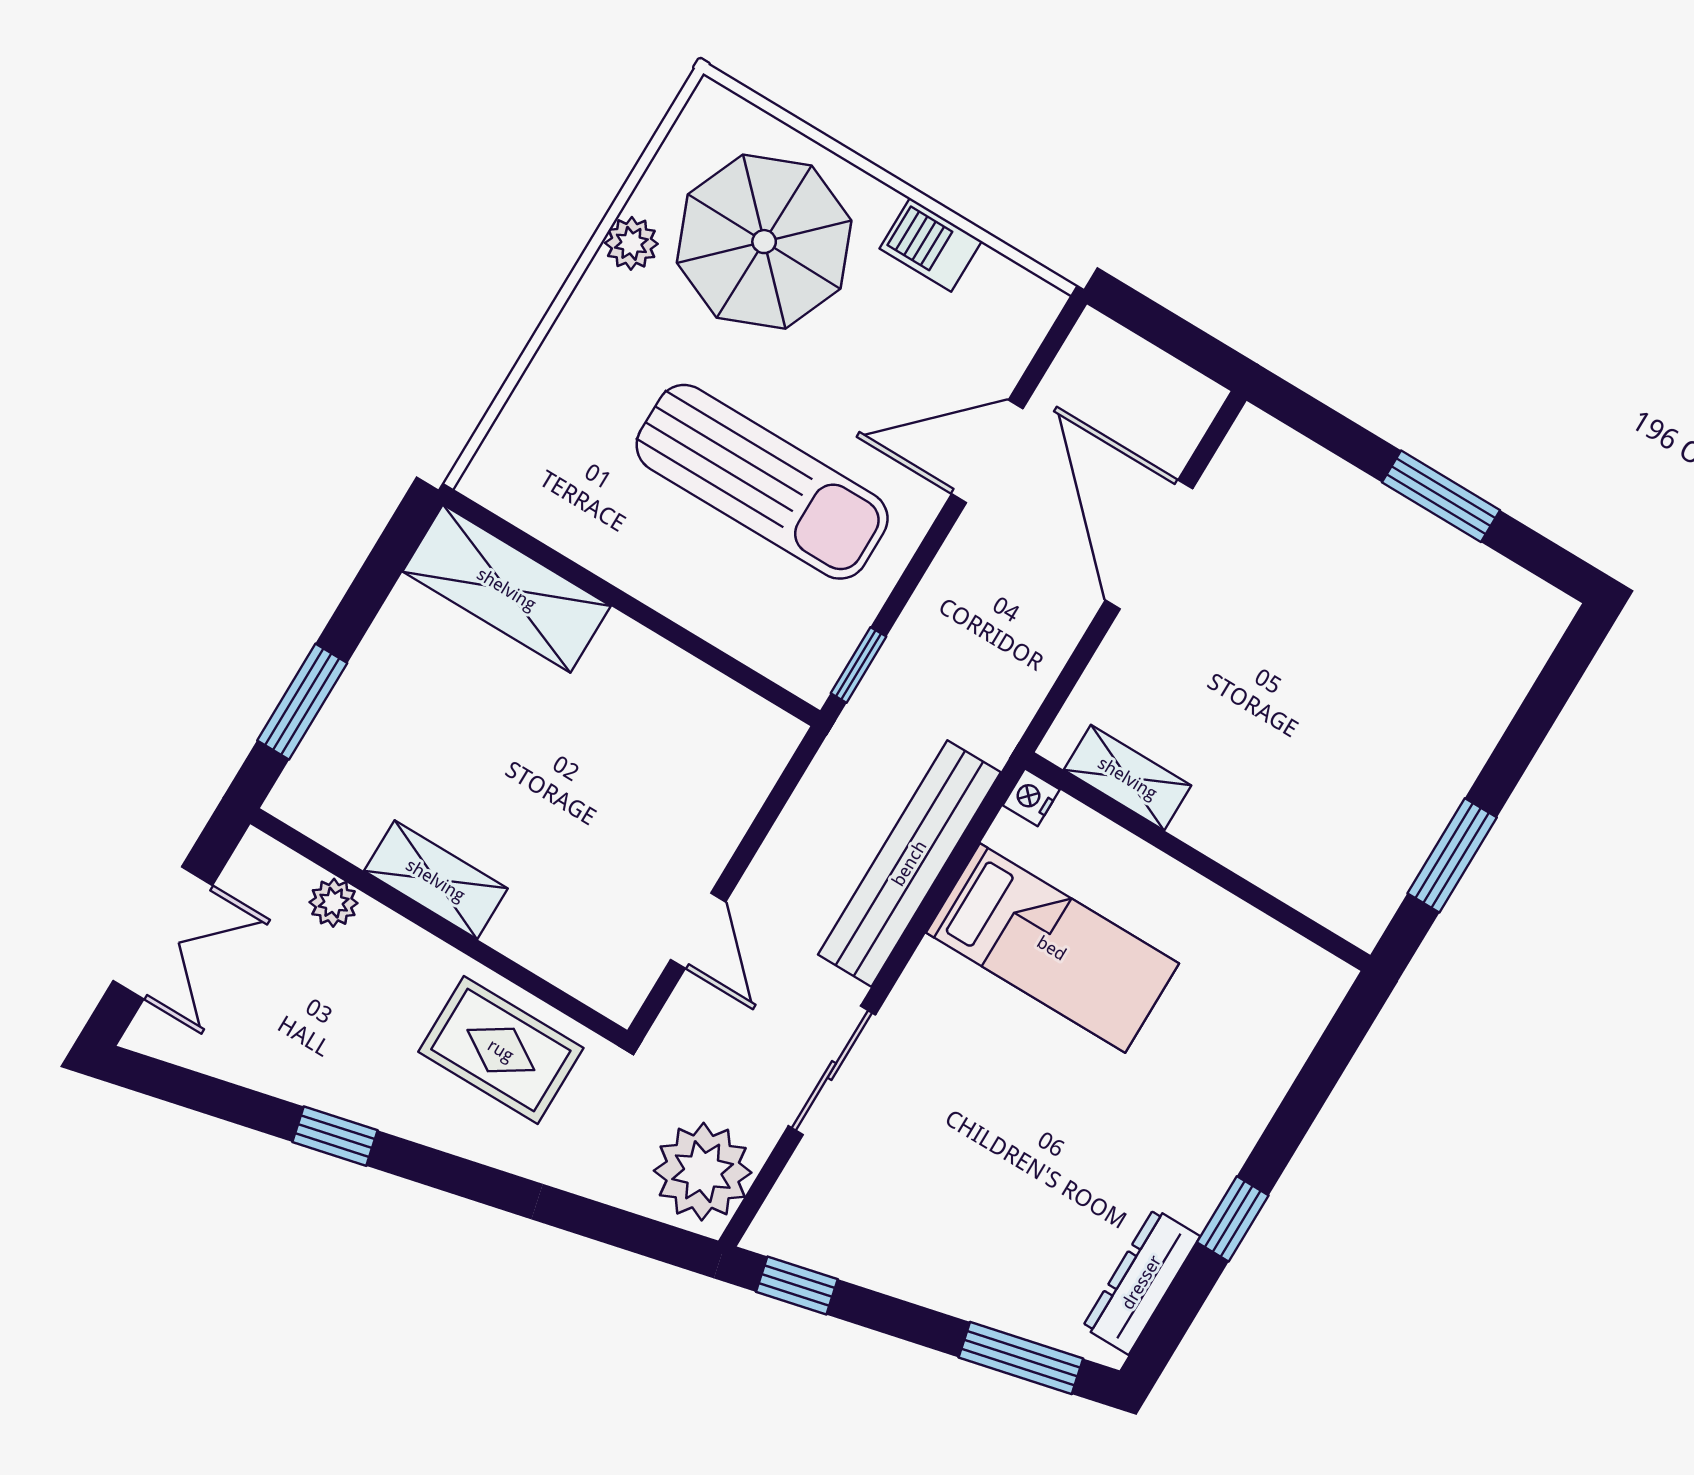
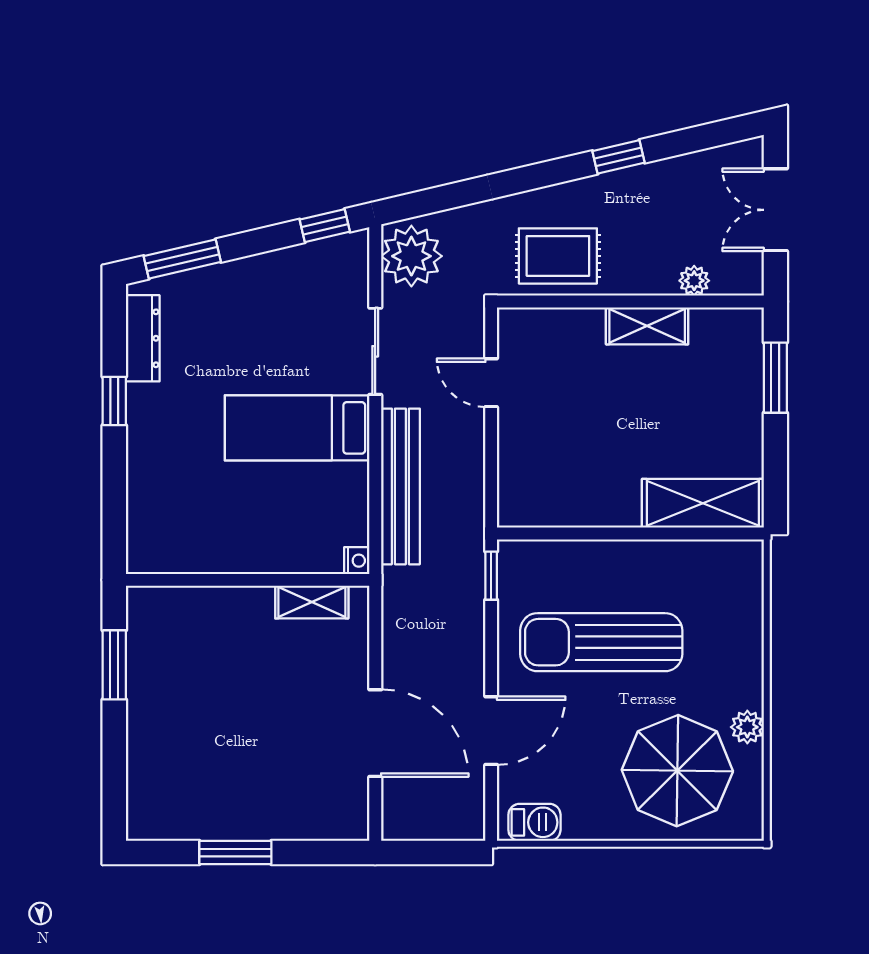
barbecue: (931, 245) -> (534, 822), moved
bed: (1052, 948) -> (297, 428), moved

